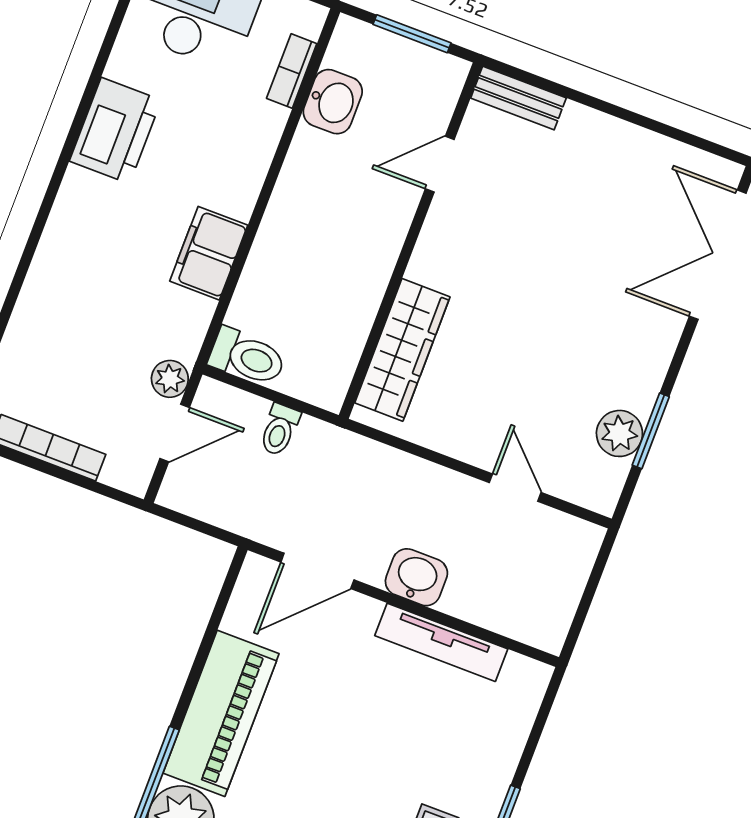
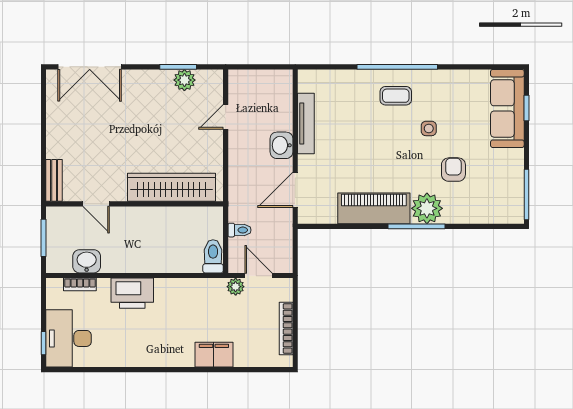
printer: (115, 131) -> (132, 293), moved, turned 180
filing cabinet: (209, 253) -> (214, 355), moved, turned 180
wardrobe: (402, 350) -> (171, 187), width x1.40, depth x1.17
door: (317, 571) -> (295, 190), swing flipped

